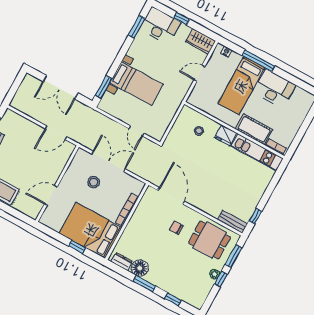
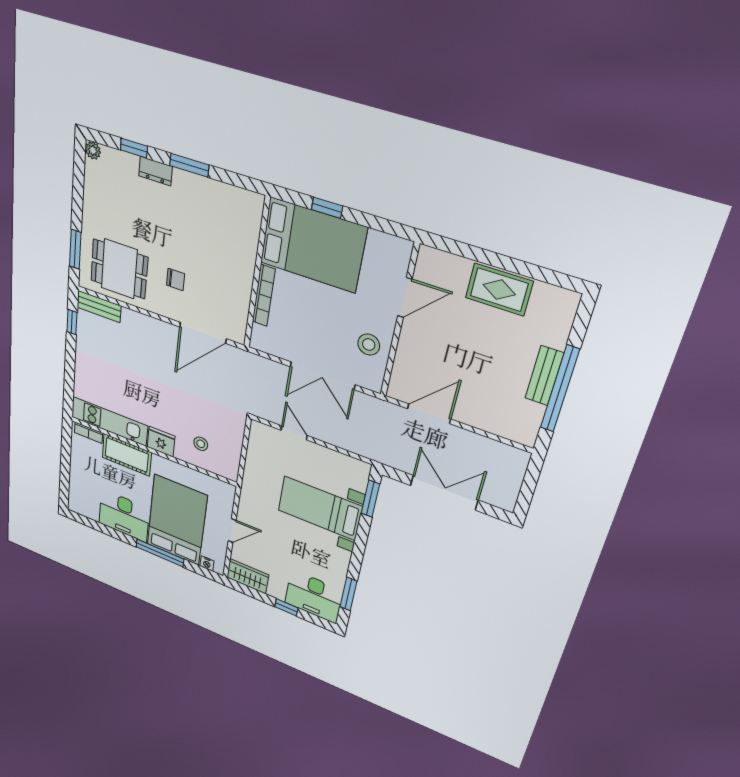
bed: (241, 86) -> (177, 520), width x1.50
stool: (94, 182) -> (369, 345), moved
door: (171, 196) -> (203, 333), hinge flipped
dresser: (122, 262) -> (156, 171), moved
floor lamp: (140, 268) -> (207, 193), removed
plant: (215, 274) -> (93, 150), moved
window: (221, 279) -> (77, 205), removed

